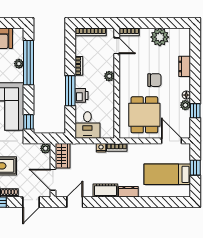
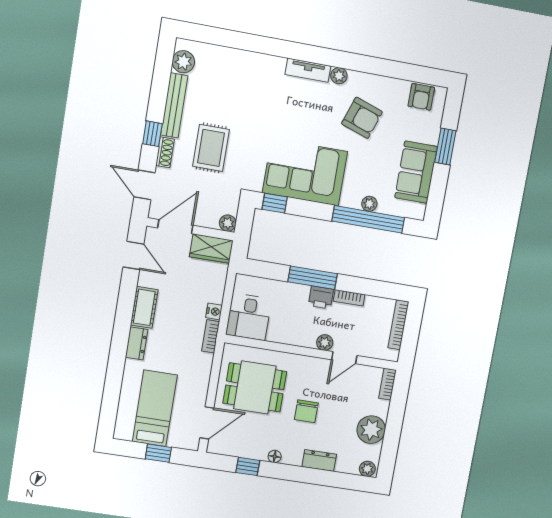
door: (117, 46) -> (344, 358), moved
printer: (81, 95) -> (321, 297), moved
plant: (185, 105) -> (367, 469), moved
desk: (87, 125) -> (249, 317), moved, turned -90

